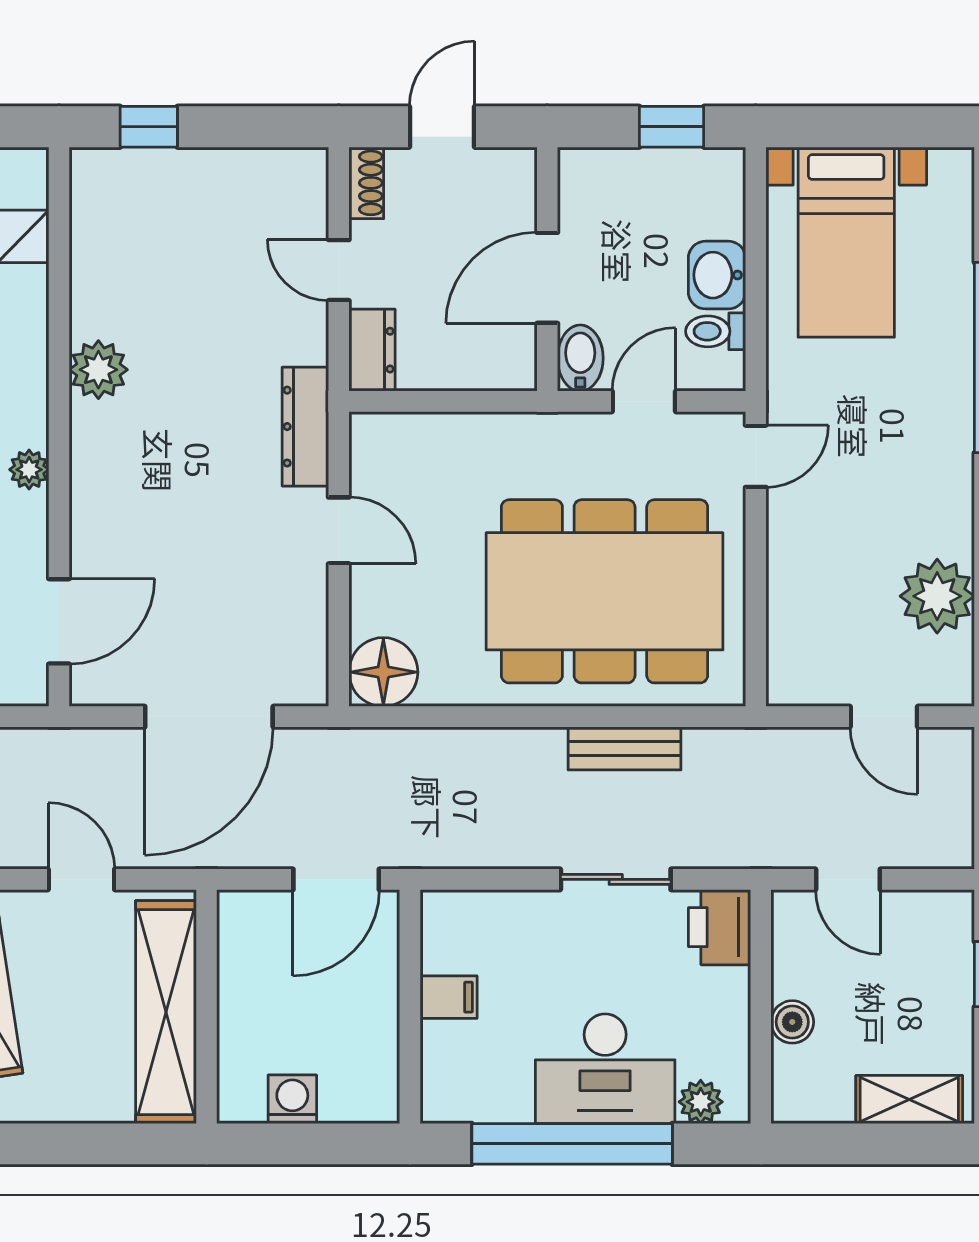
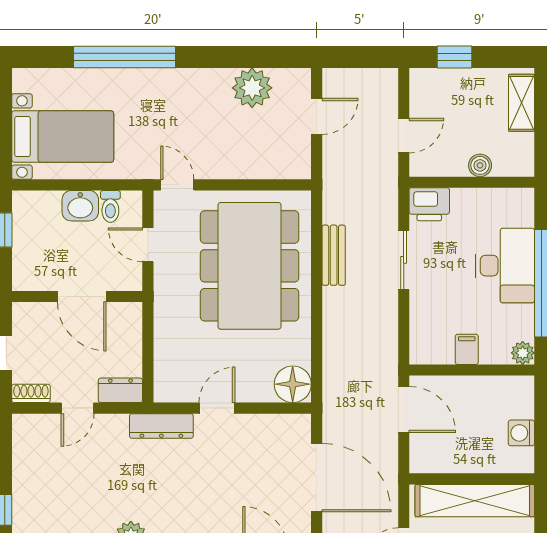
bidet: (580, 358) -> (125, 279), removed
plant: (701, 1102) -> (523, 353), moved

